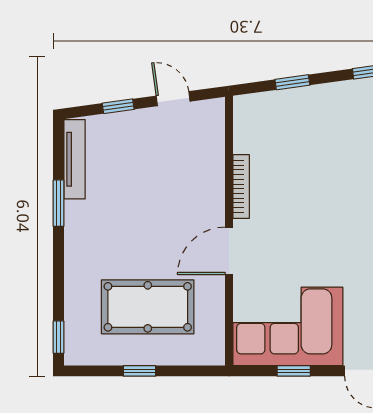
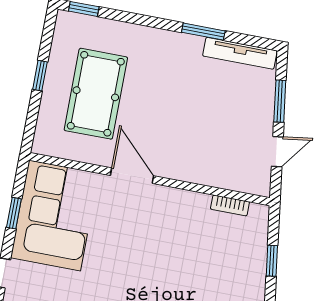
window: (118, 106) -> (280, 101), width x1.50
bookcase: (241, 186) -> (230, 205), moved, width x0.64

